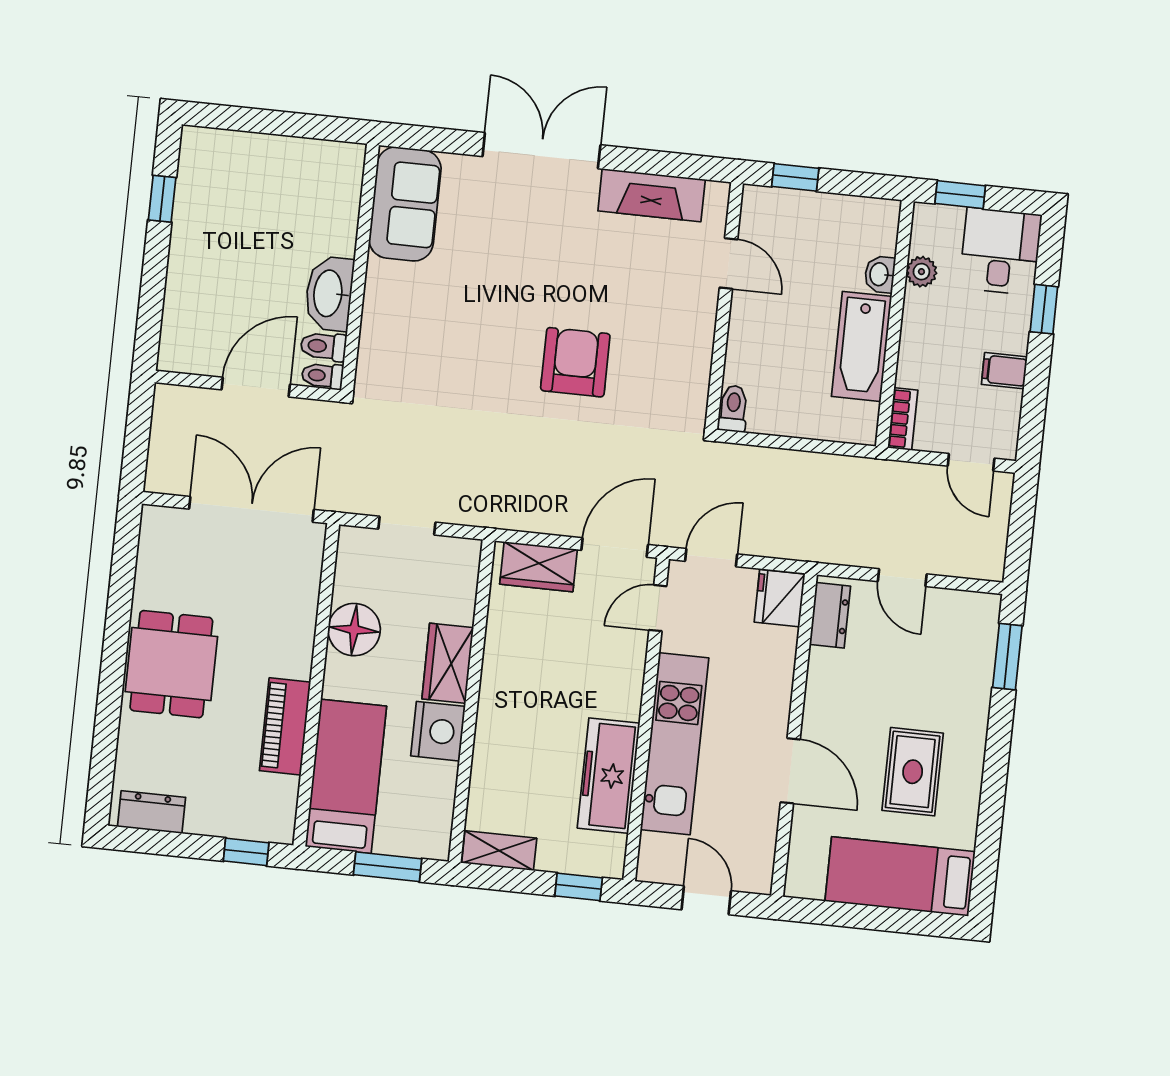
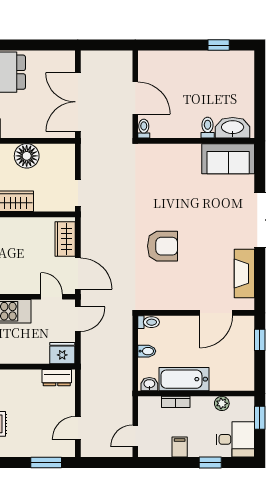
door: (729, 263) -> (216, 313), width x1.38
washbasin: (880, 274) -> (149, 384), moved
washbasin: (329, 293) -> (233, 128), moved
toilet: (323, 346) -> (208, 128), moved
bidet: (794, 419) -> (147, 351), added
bookcase: (903, 419) -> (176, 402), moved
double door: (251, 509) -> (78, 102), swing flipped
doorway: (407, 526) -> (78, 193), moved
door: (711, 558) -> (78, 319), hinge flipped
door: (902, 578) -> (78, 428), moved

